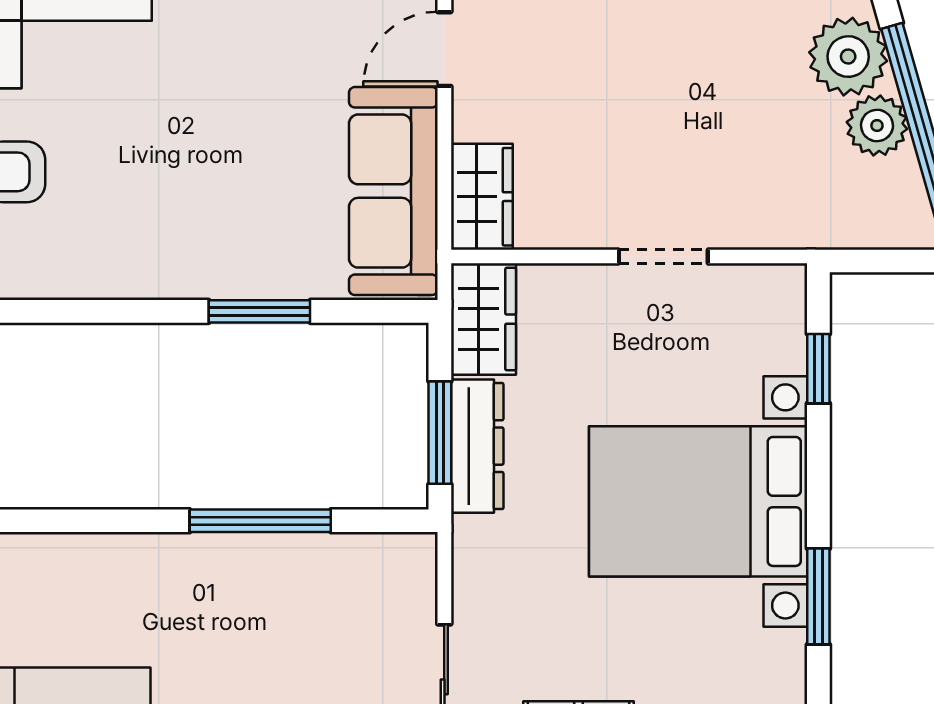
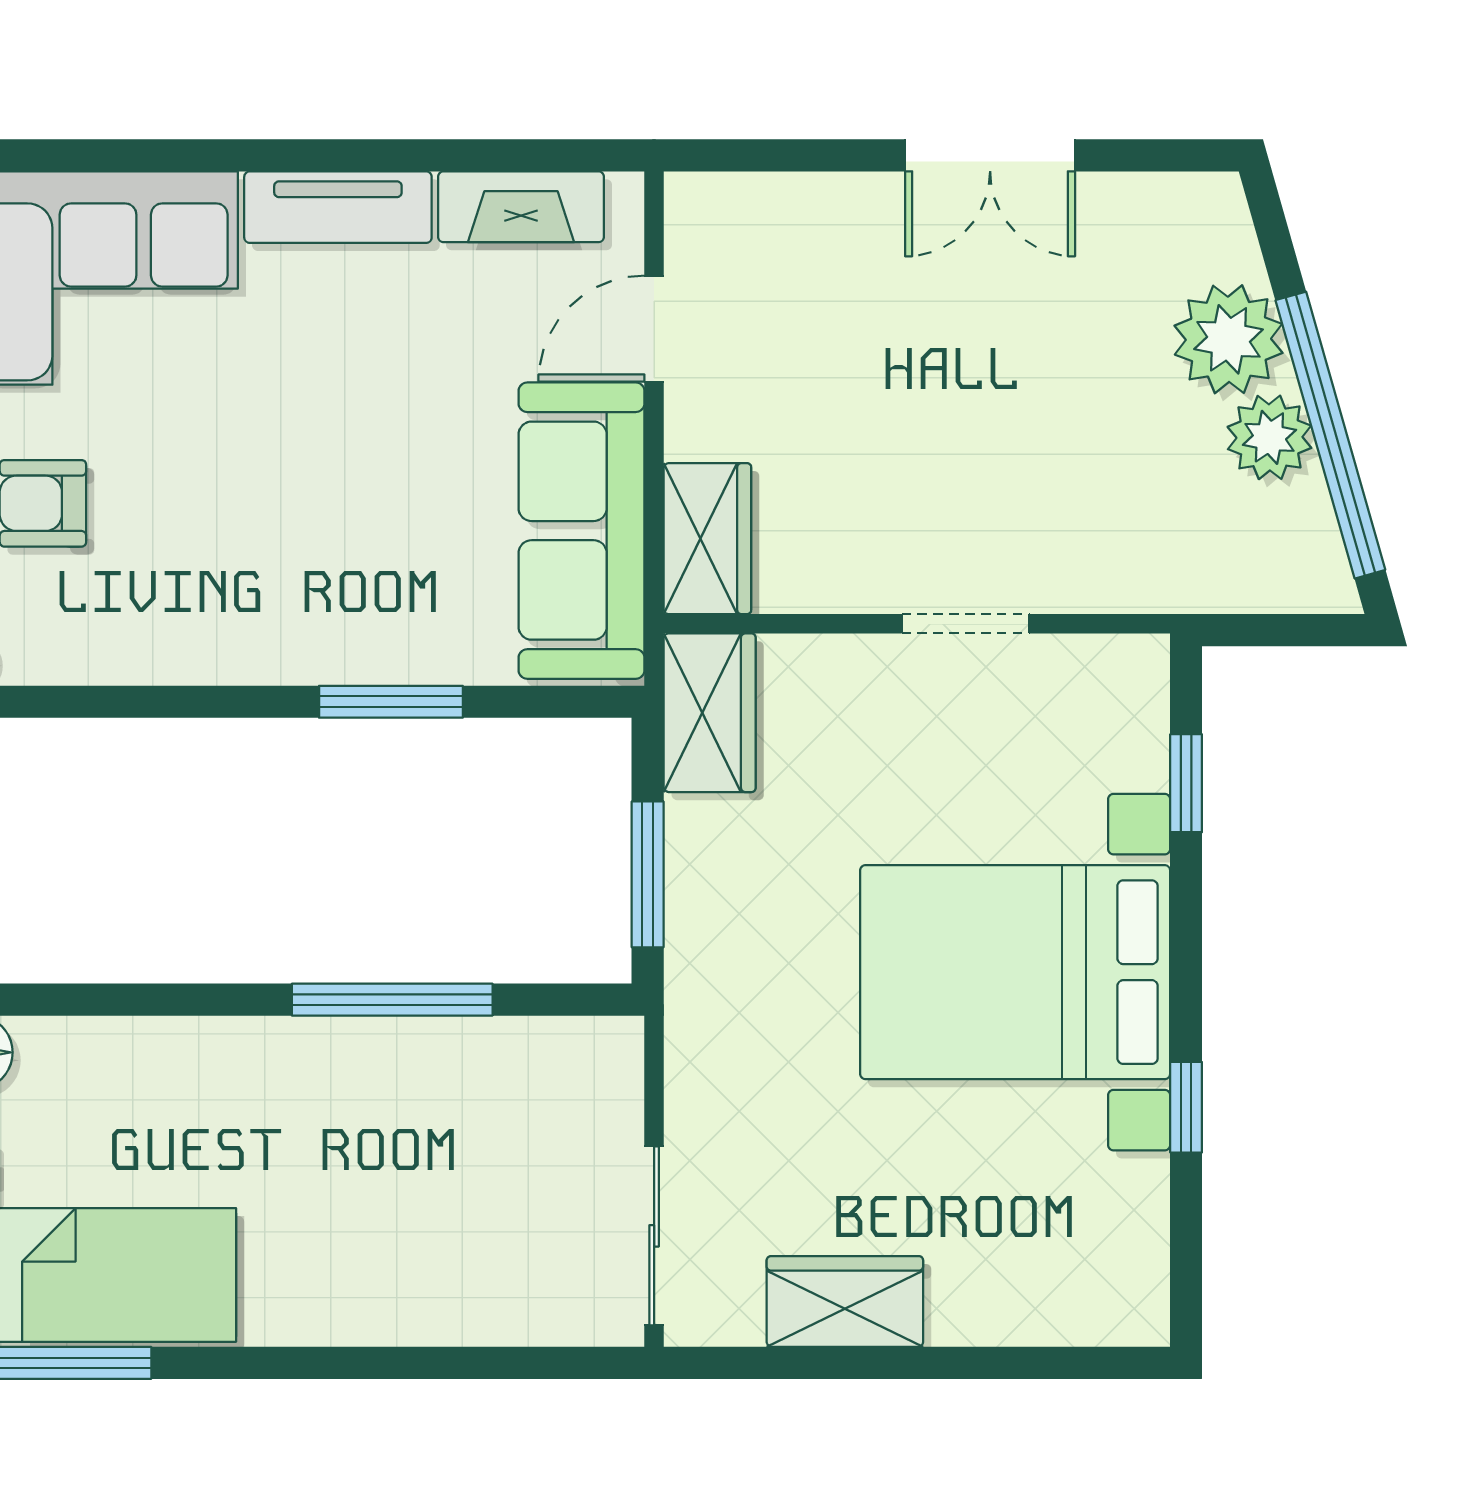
dresser: (477, 446) -> (701, 893), removed
window: (818, 596) -> (1186, 1107), width x0.67

